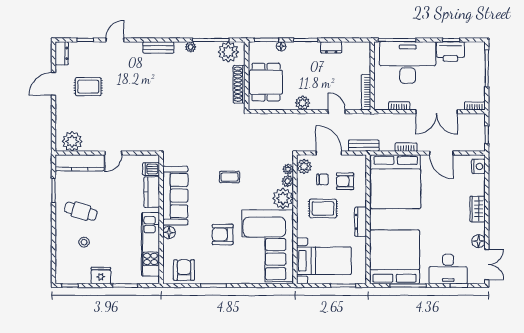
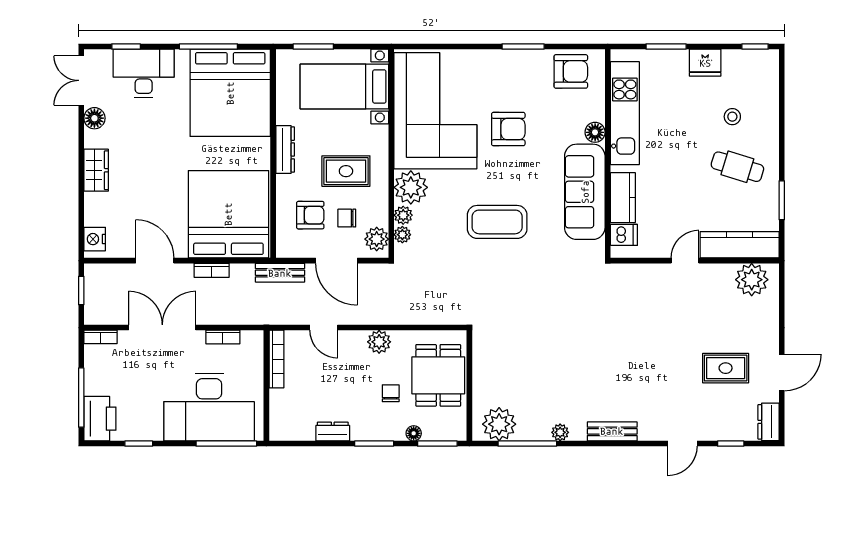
printer: (450, 52) -> (100, 419), moved, turned 90
chair: (295, 71) -> (391, 393), added
shoe rack: (239, 84) -> (482, 372), removed
coffee table: (230, 177) -> (497, 222), width x1.86, depth x1.72
armchair: (184, 270) -> (571, 71), turned -90

